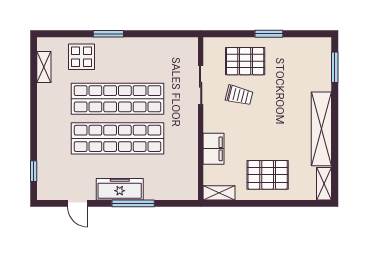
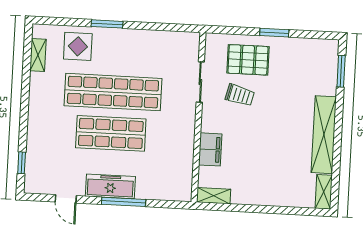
shop shelf: (117, 138) -> (111, 133), width x0.71
pallet: (268, 175) -> (265, 180), removed

